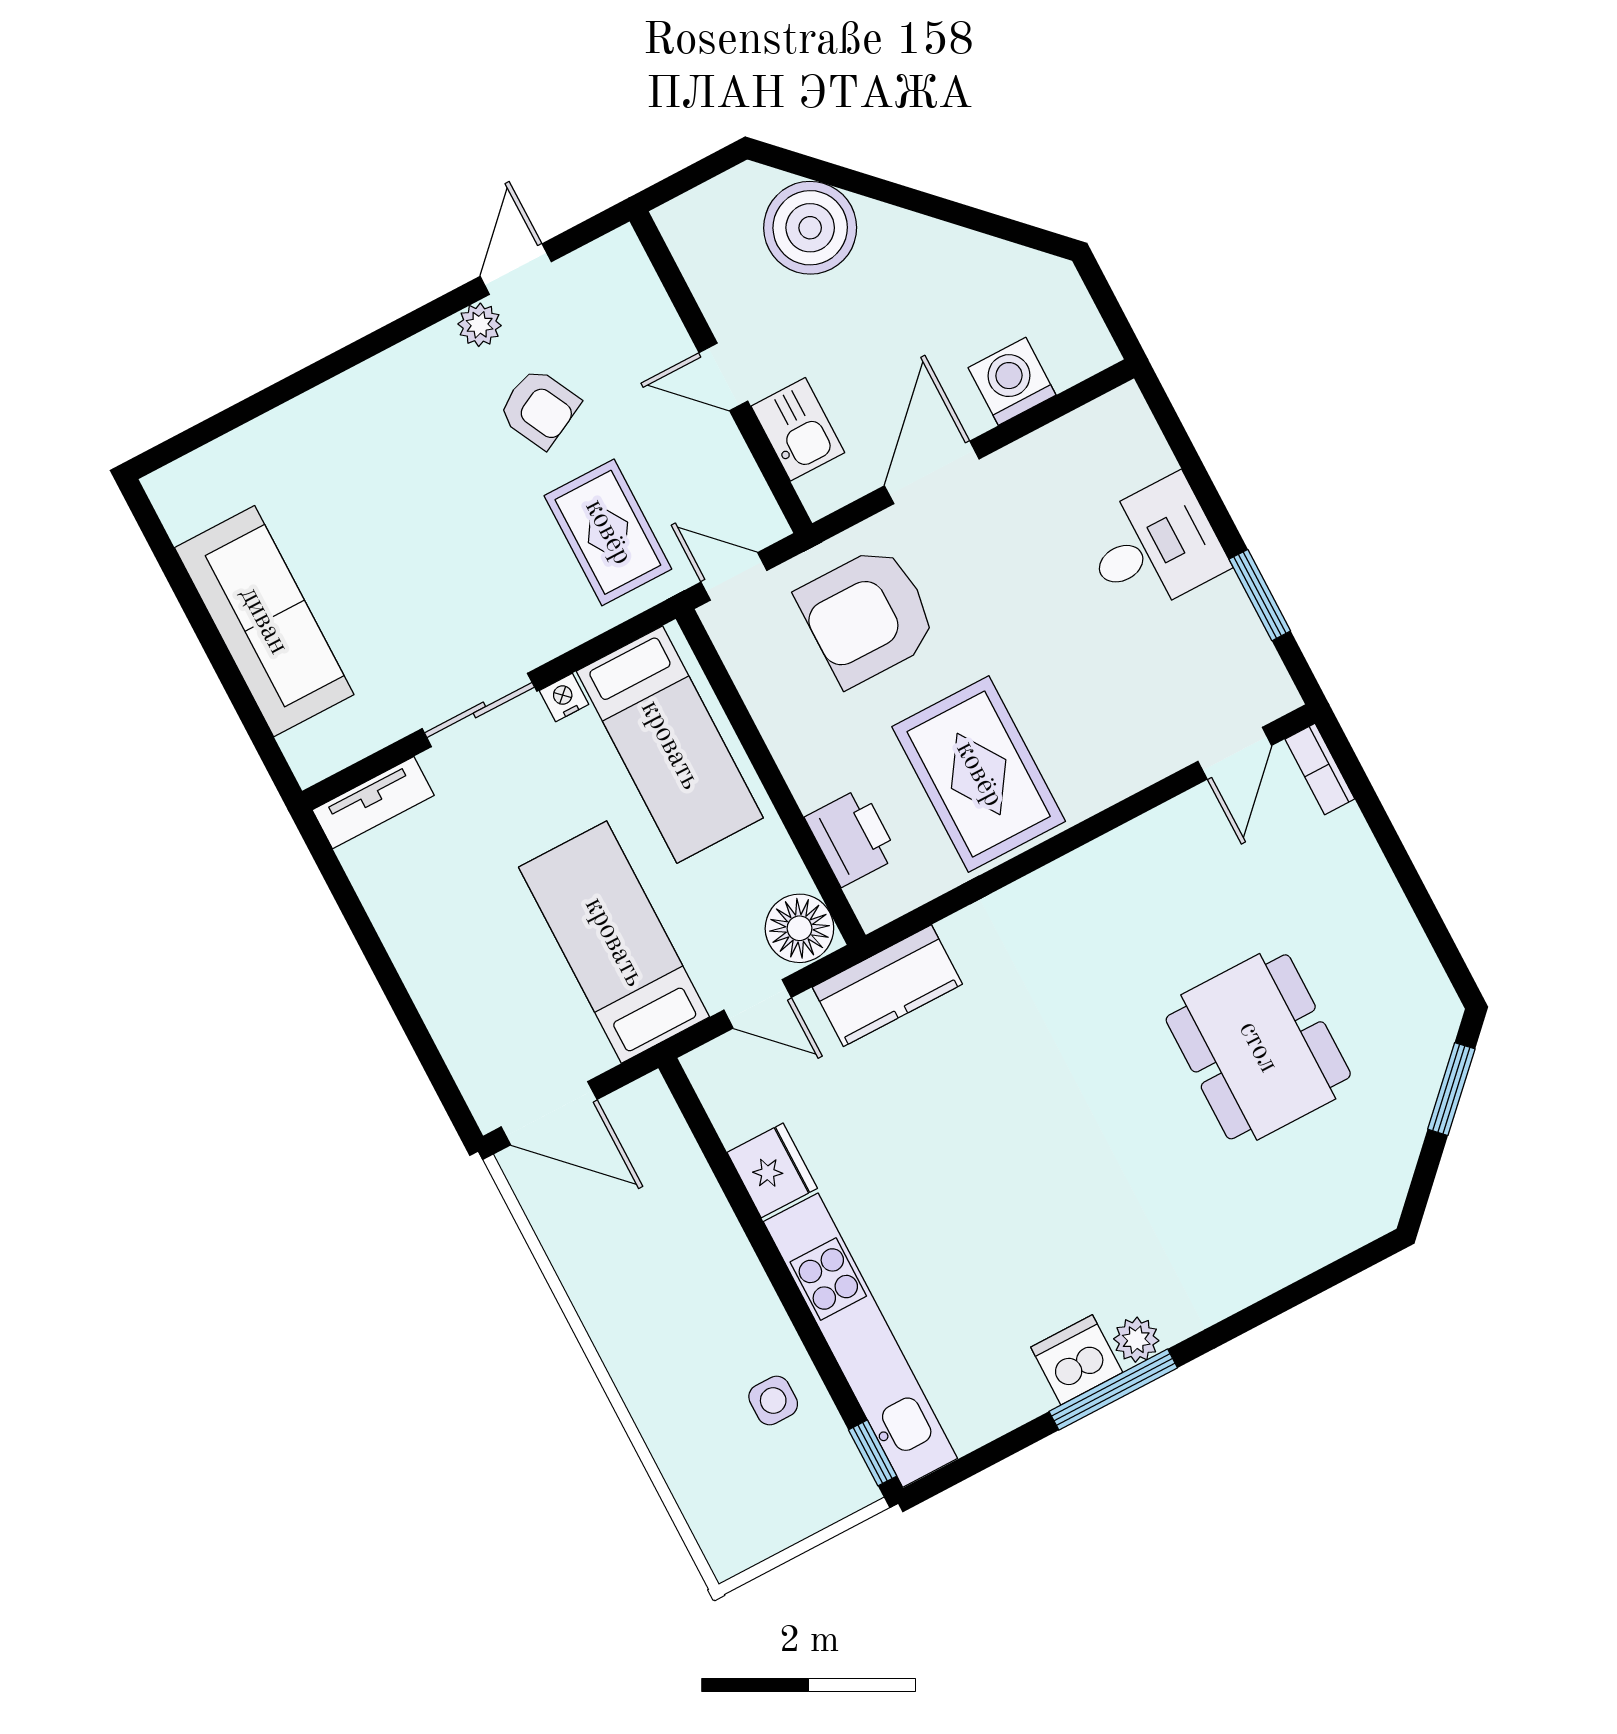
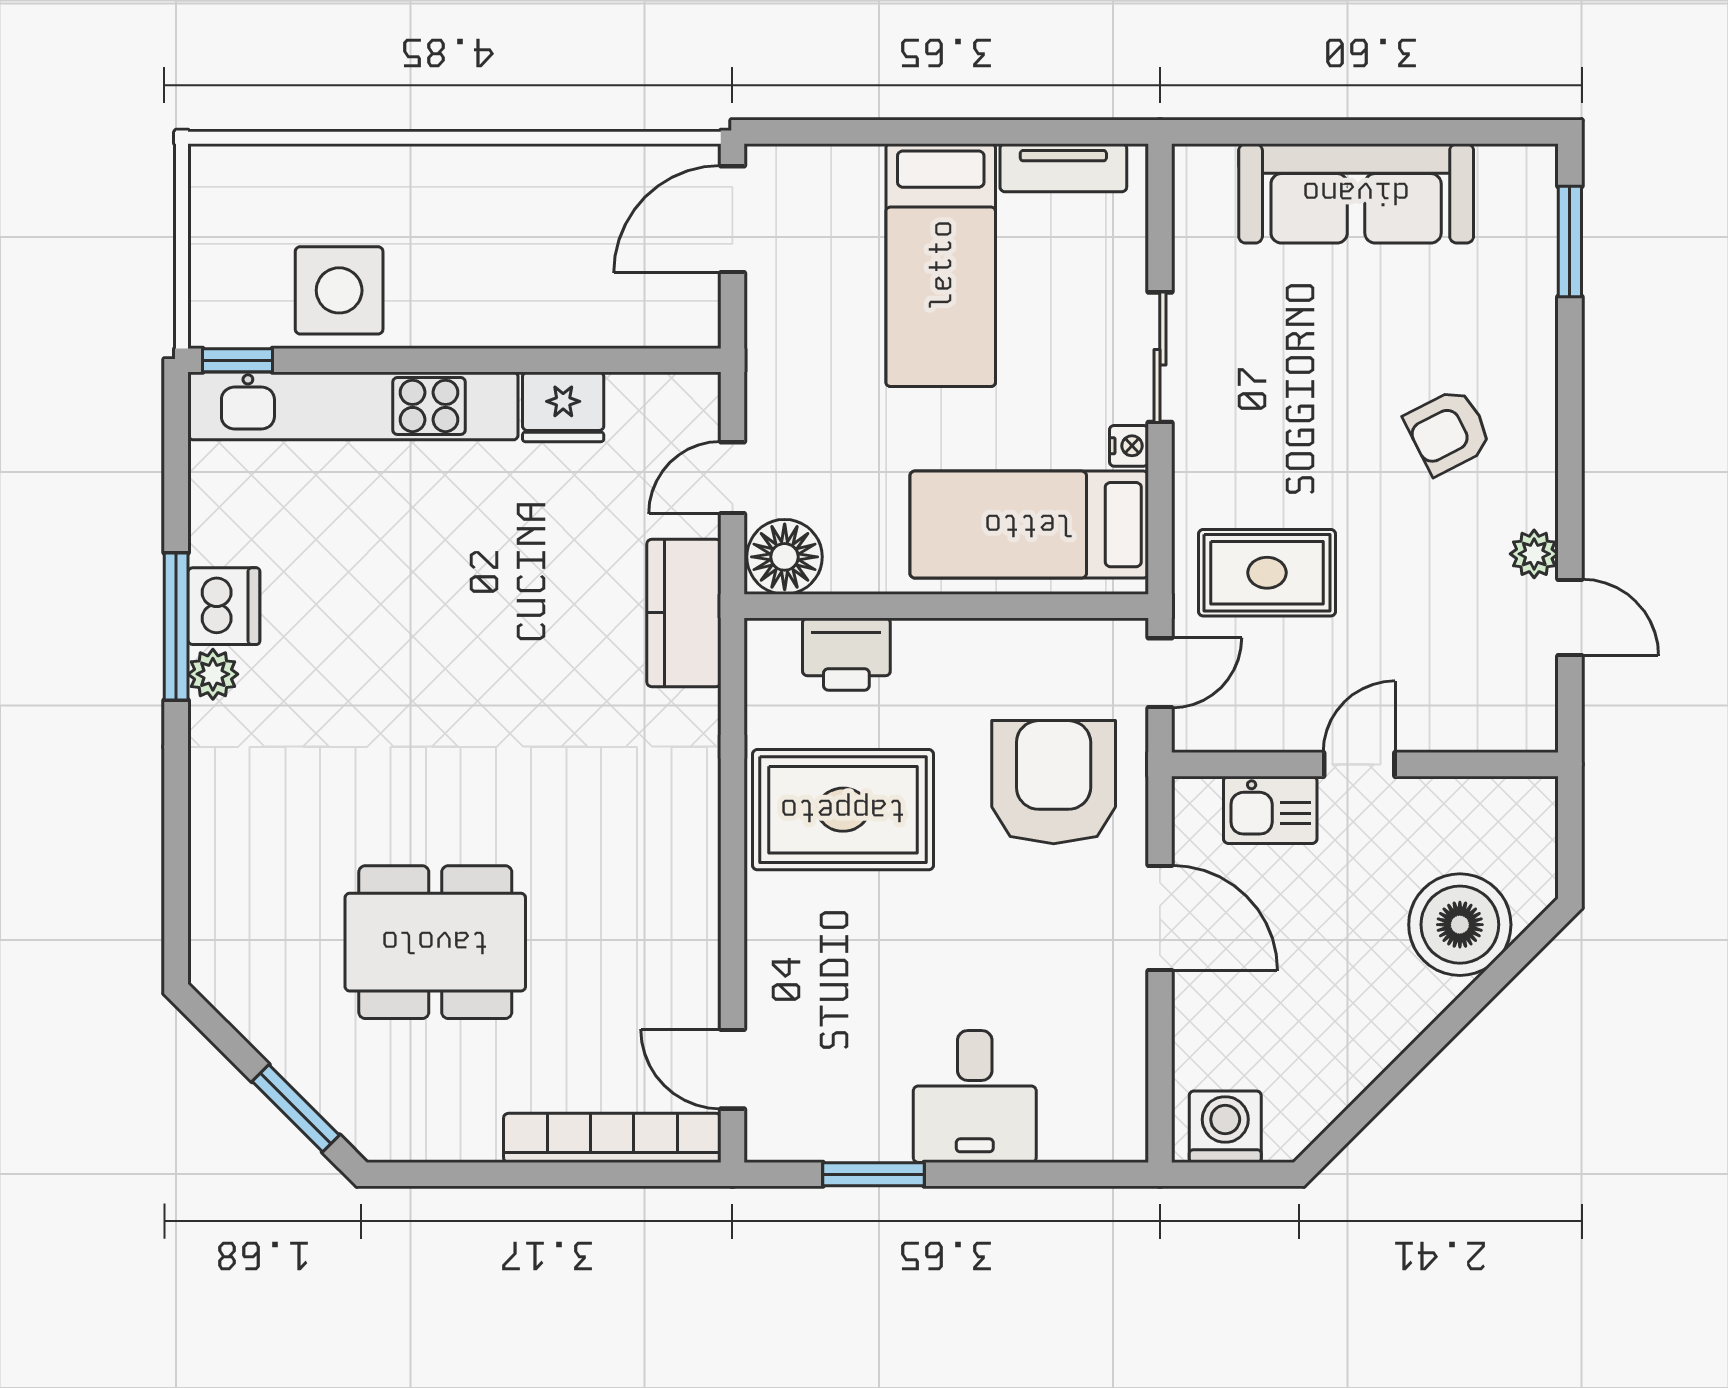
washing machine: (1012, 381) -> (1225, 1127), moved, turned -90
armchair: (539, 408) -> (1448, 431), moved
window: (212, 428) -> (1570, 242), added
bookcase: (1320, 769) -> (612, 1138), width x2.31, depth x1.31
tv unit: (373, 803) -> (1063, 168), moved, turned -90
bed: (614, 942) -> (941, 265), moved, turned 90
side table: (773, 1401) -> (339, 290), width x1.87, depth x1.87

